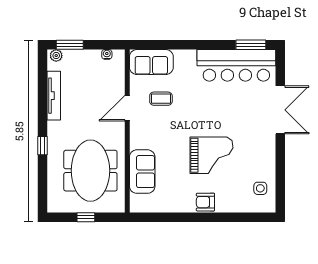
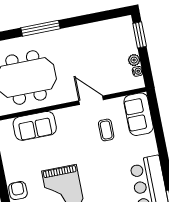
plant: (56, 56) -> (134, 60), moved
tv unit: (54, 96) -> (89, 30), removed
window: (43, 146) -> (40, 28), width x2.17

